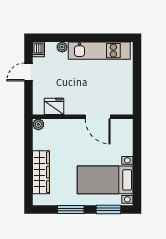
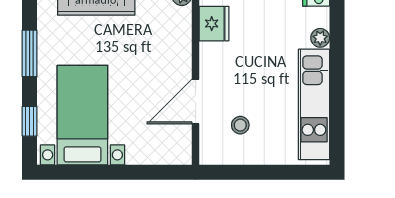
stool: (111, 92) -> (240, 125), added
window: (109, 209) -> (30, 121), width x0.67

